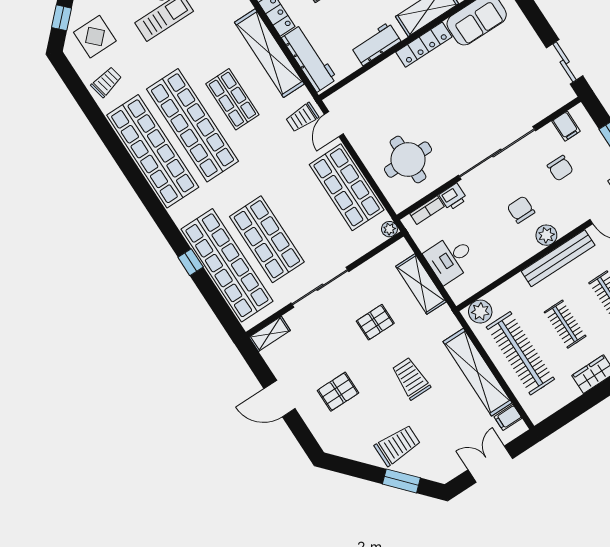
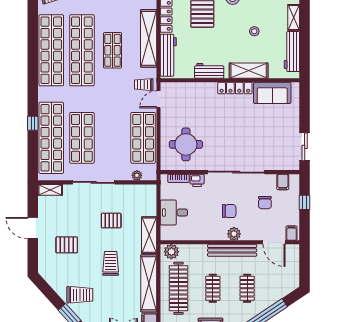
chair: (521, 210) -> (229, 211), turned 90
plant: (389, 229) -> (137, 175), moved
shelving: (421, 284) -> (149, 235), moved

